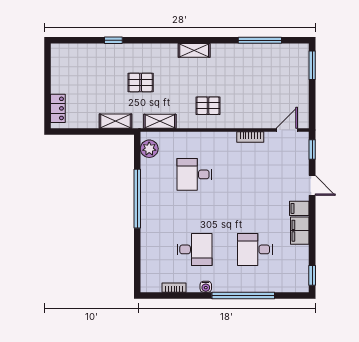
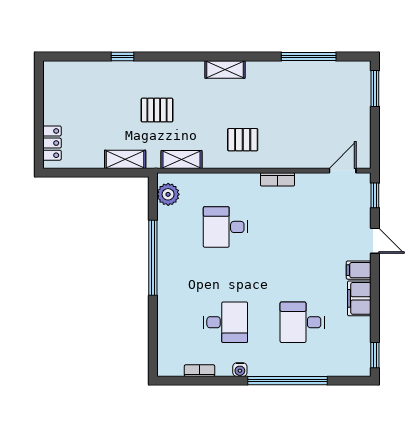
bookcase: (250, 137) -> (277, 179), moved

